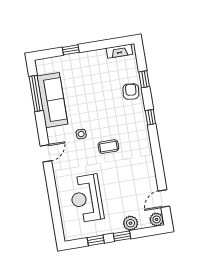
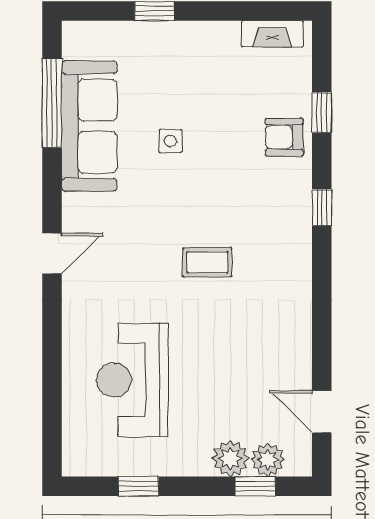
armchair: (131, 92) -> (284, 137), turned -96
side table: (81, 134) -> (170, 141), moved
door: (164, 199) -> (322, 412), hinge flipped
plant: (157, 219) -> (268, 460), moved
window: (122, 236) -> (255, 486), moved

